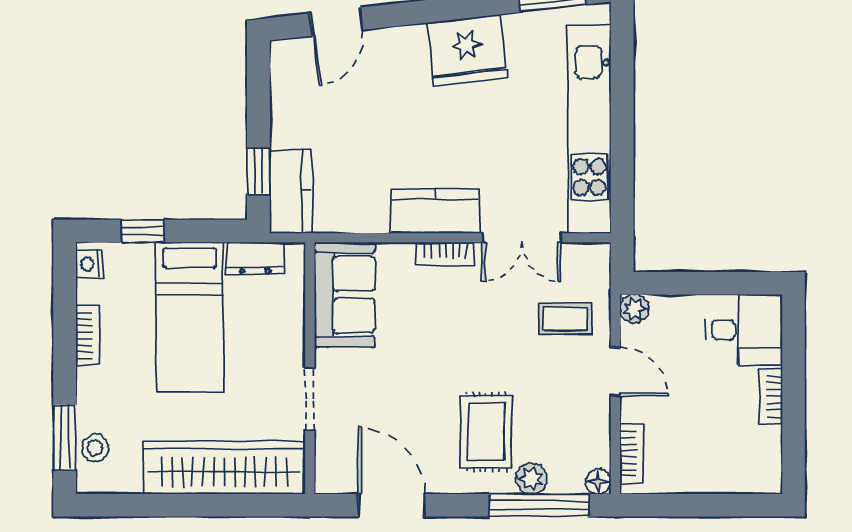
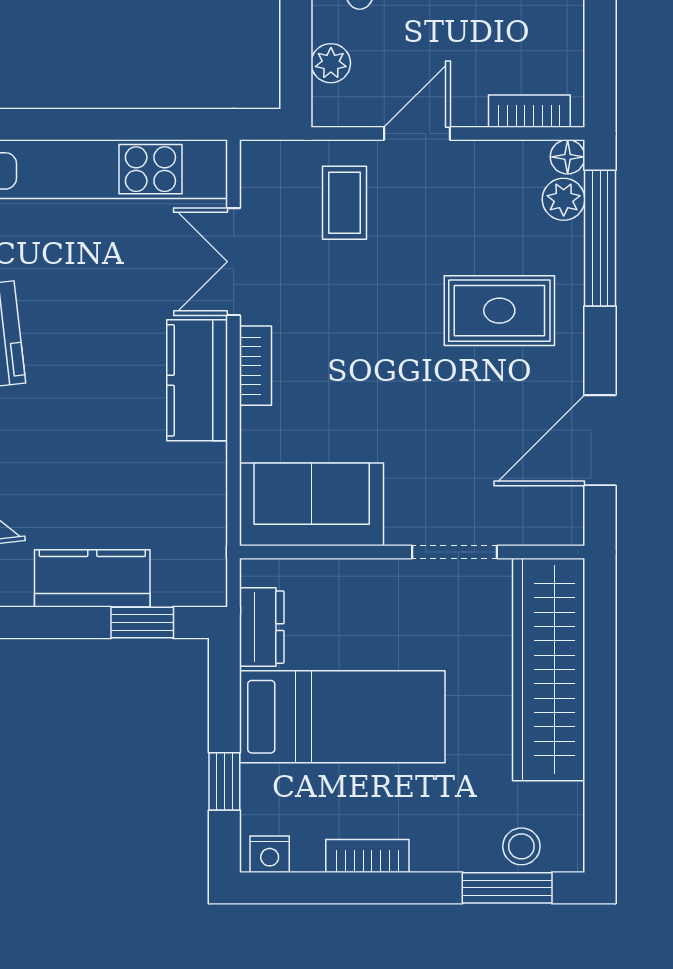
kitchen counter: (291, 191) -> (92, 578), moved
double door: (522, 238) -> (234, 262), swing flipped
plant: (634, 309) -> (331, 63), moved
plant: (532, 479) -> (564, 199), moved

